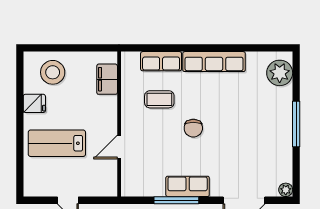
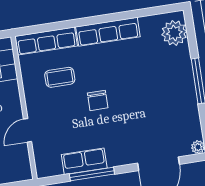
row of seats: (161, 61) -> (46, 41), width x1.48
row of seats: (188, 186) -> (84, 161), moved

